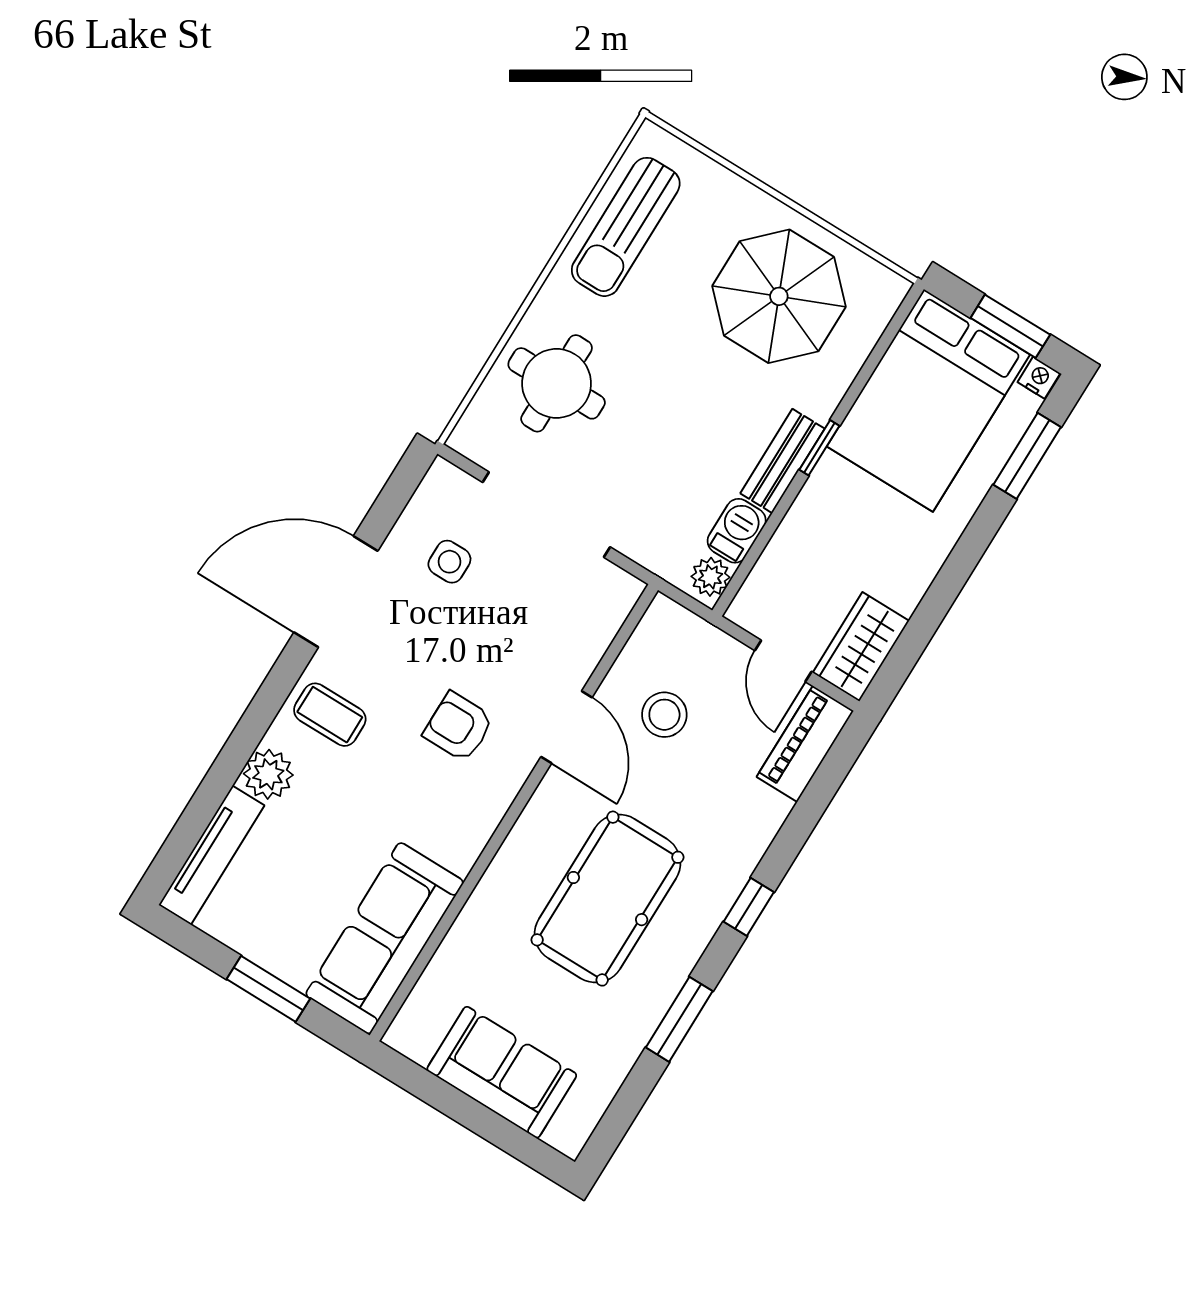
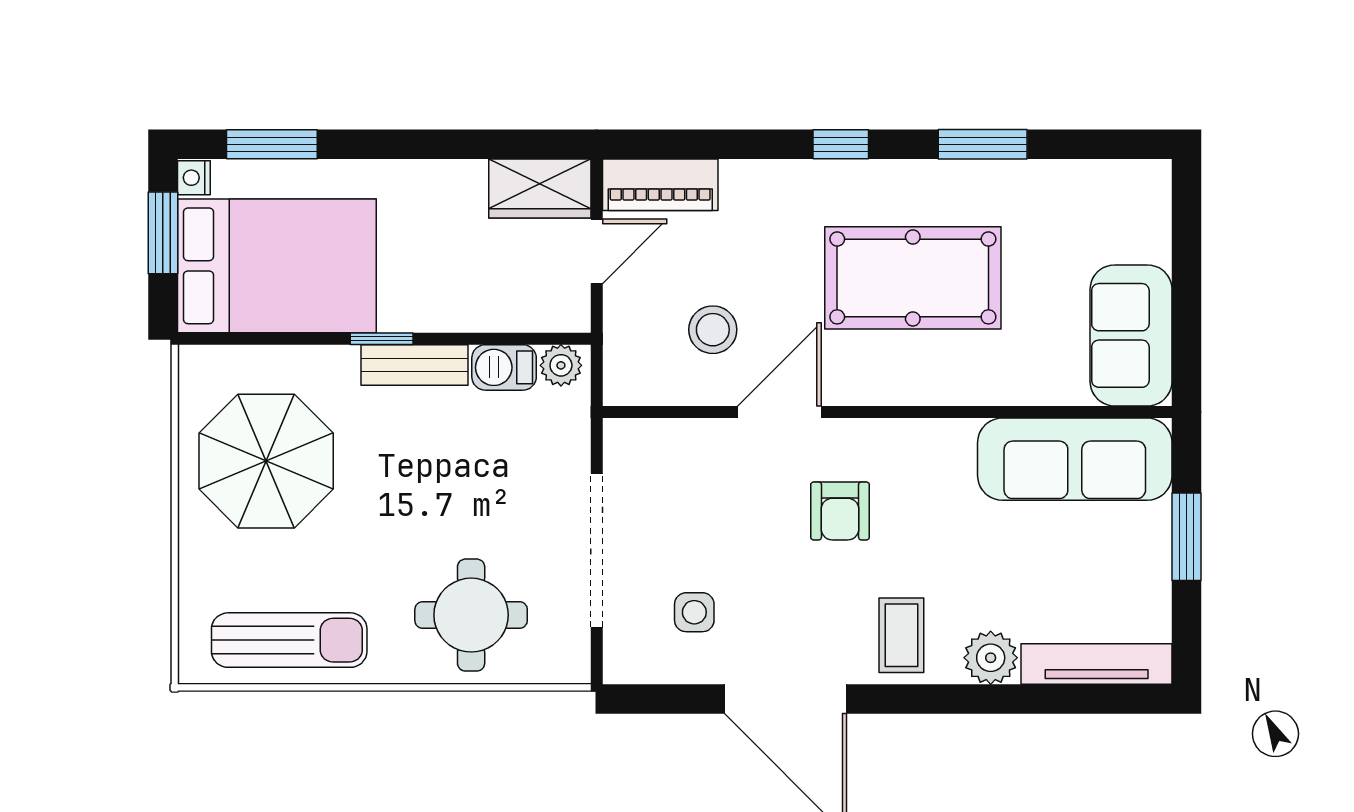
sofa: (502, 1072) -> (1131, 335), moved

